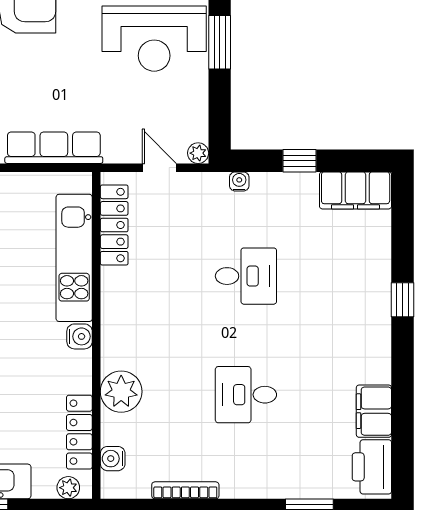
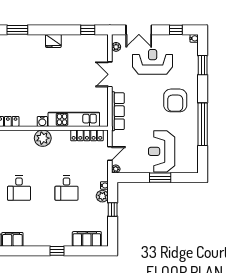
plant: (266, 187) -> (102, 196), added
filing cabinet: (356, 190) -> (87, 239), moved, turned 90
plant: (121, 392) -> (43, 138), moved
desk: (246, 395) -> (19, 188), turned 180

